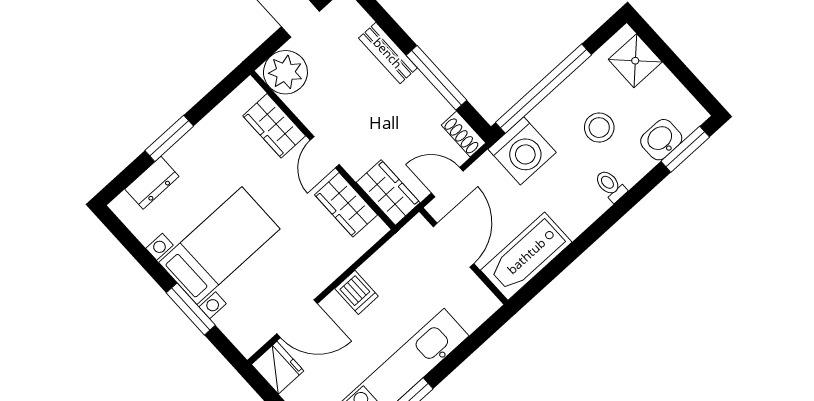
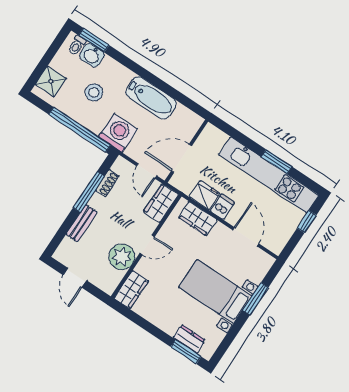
plant: (285, 72) -> (122, 257), moved
wardrobe: (274, 126) -> (131, 290), moved
shoe rack: (463, 134) -> (107, 183), moved
window: (169, 138) -> (186, 352), moved
toilet: (610, 186) -> (77, 45), moved
wardrobe: (346, 205) -> (198, 219), moved, turned 90
bathtub: (526, 256) -> (151, 98), moved
fridge: (278, 368) -> (205, 195), moved, turned 90

